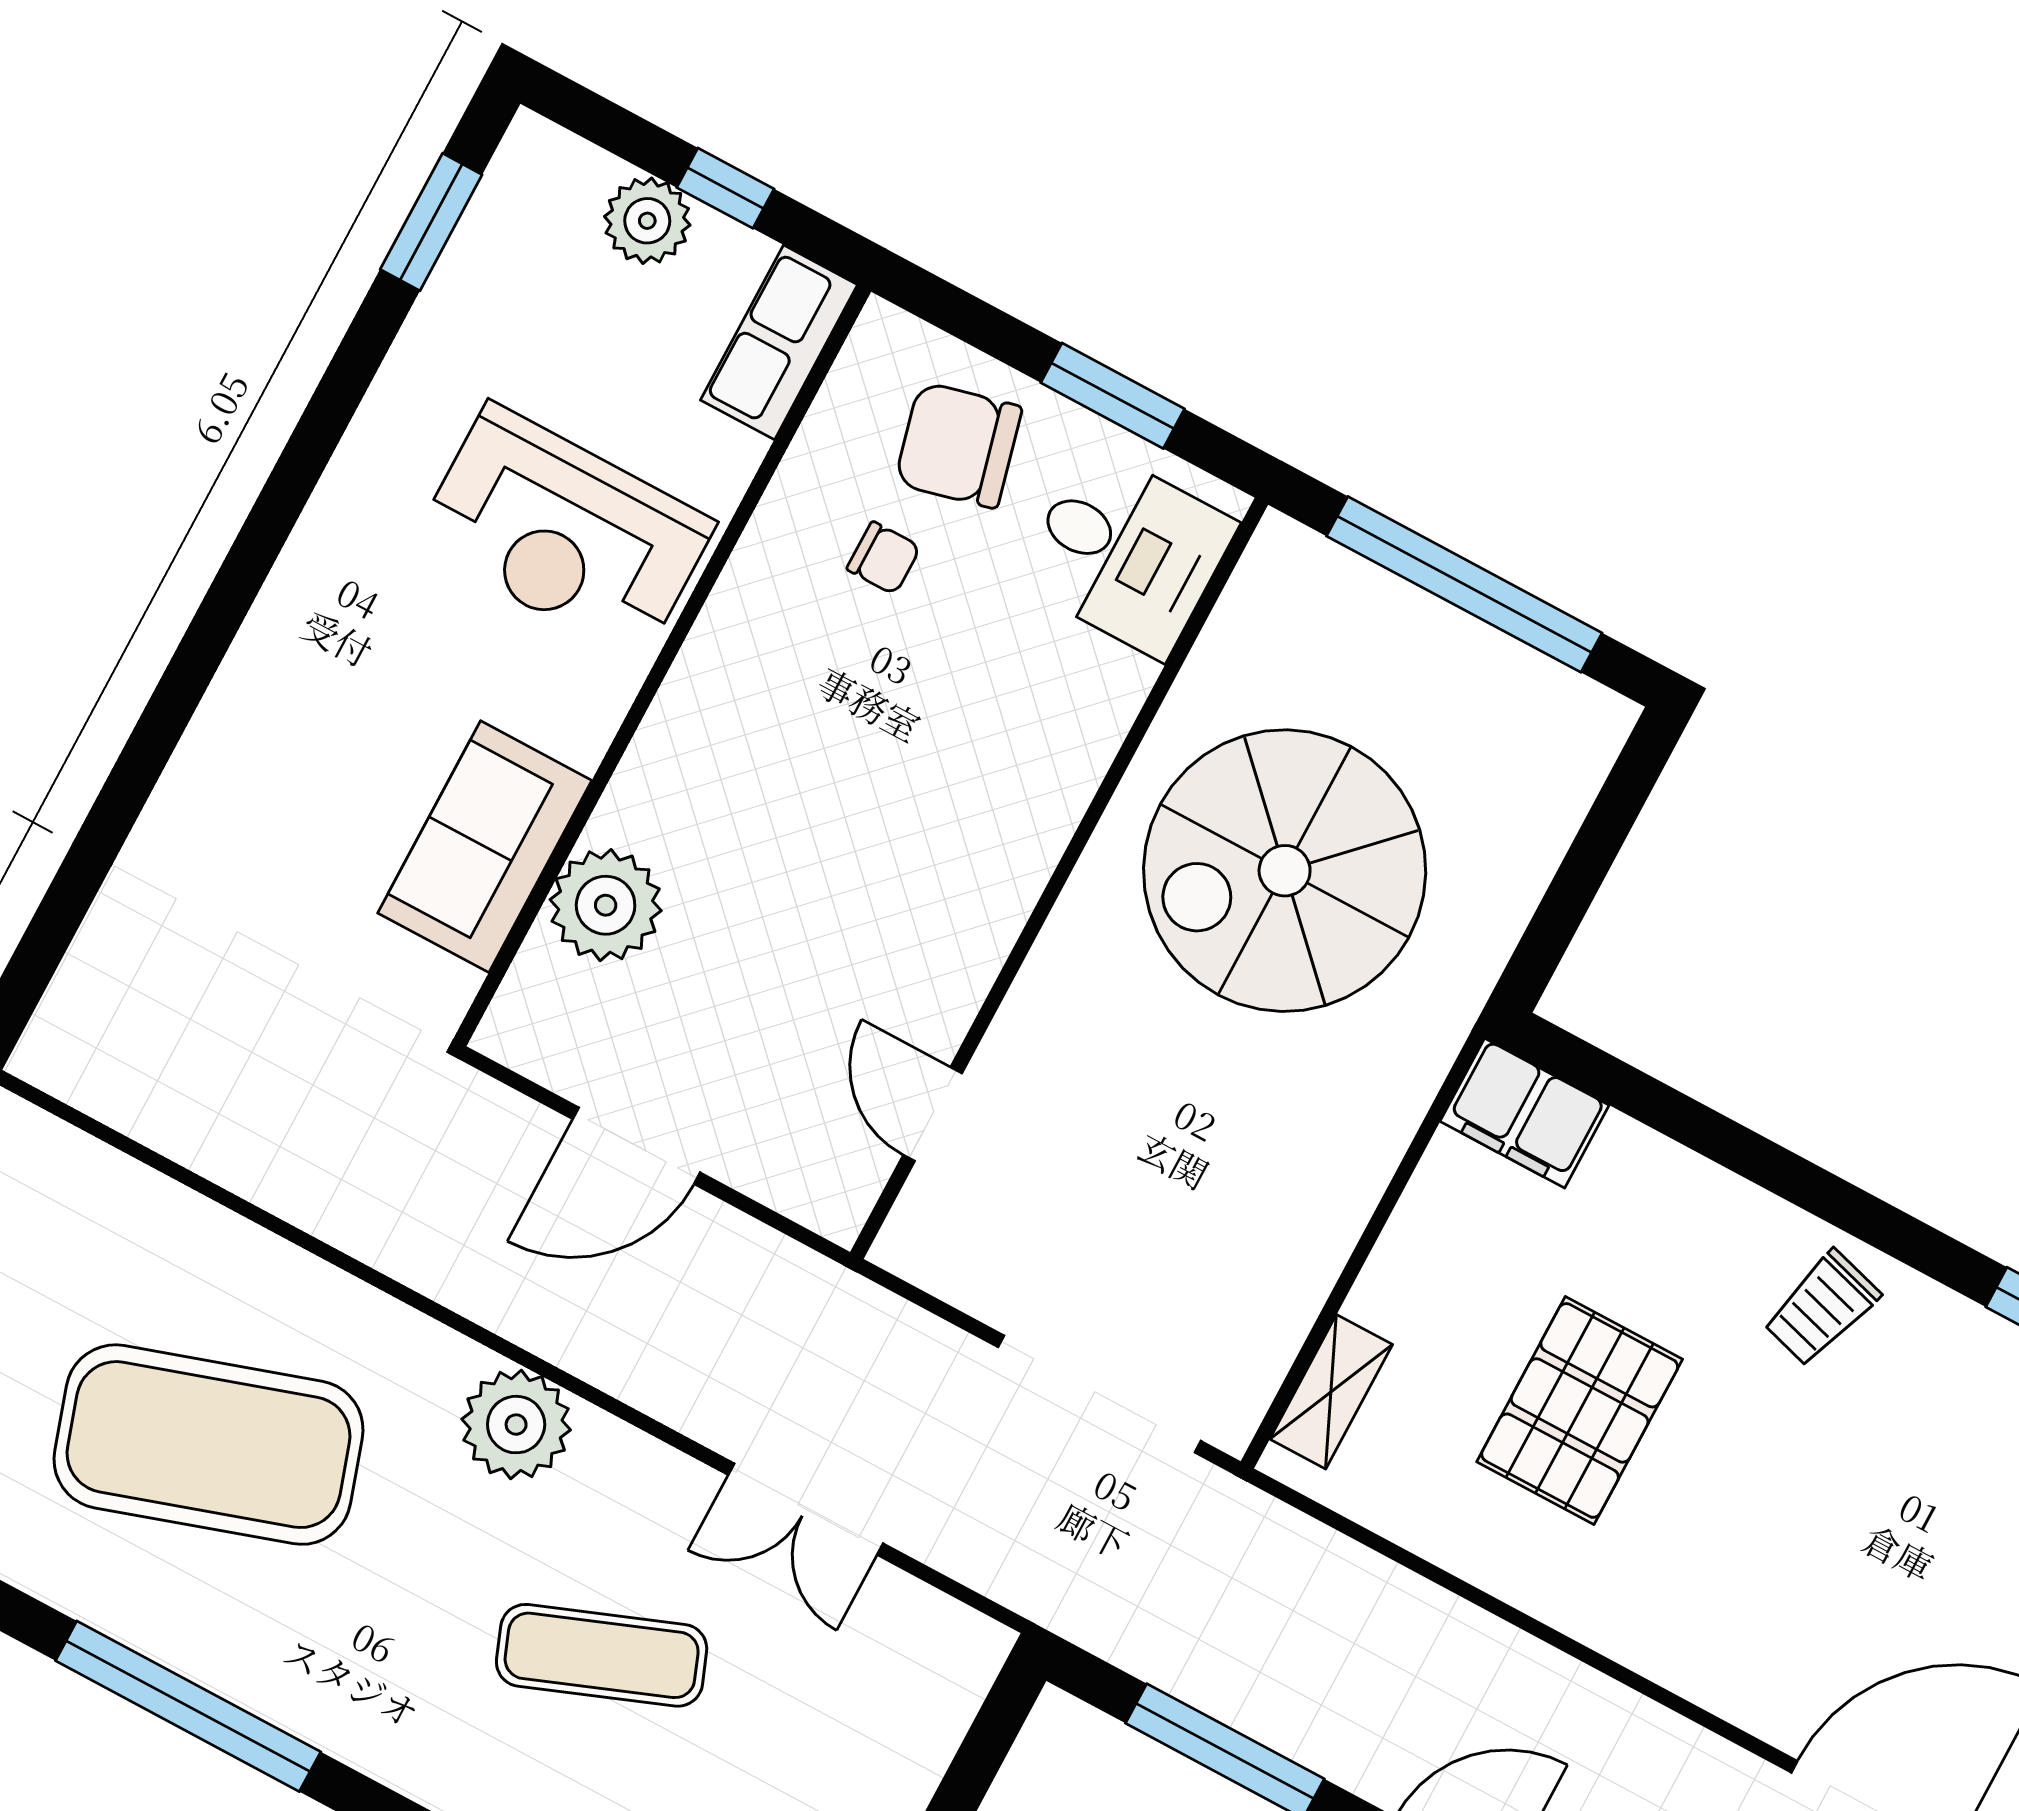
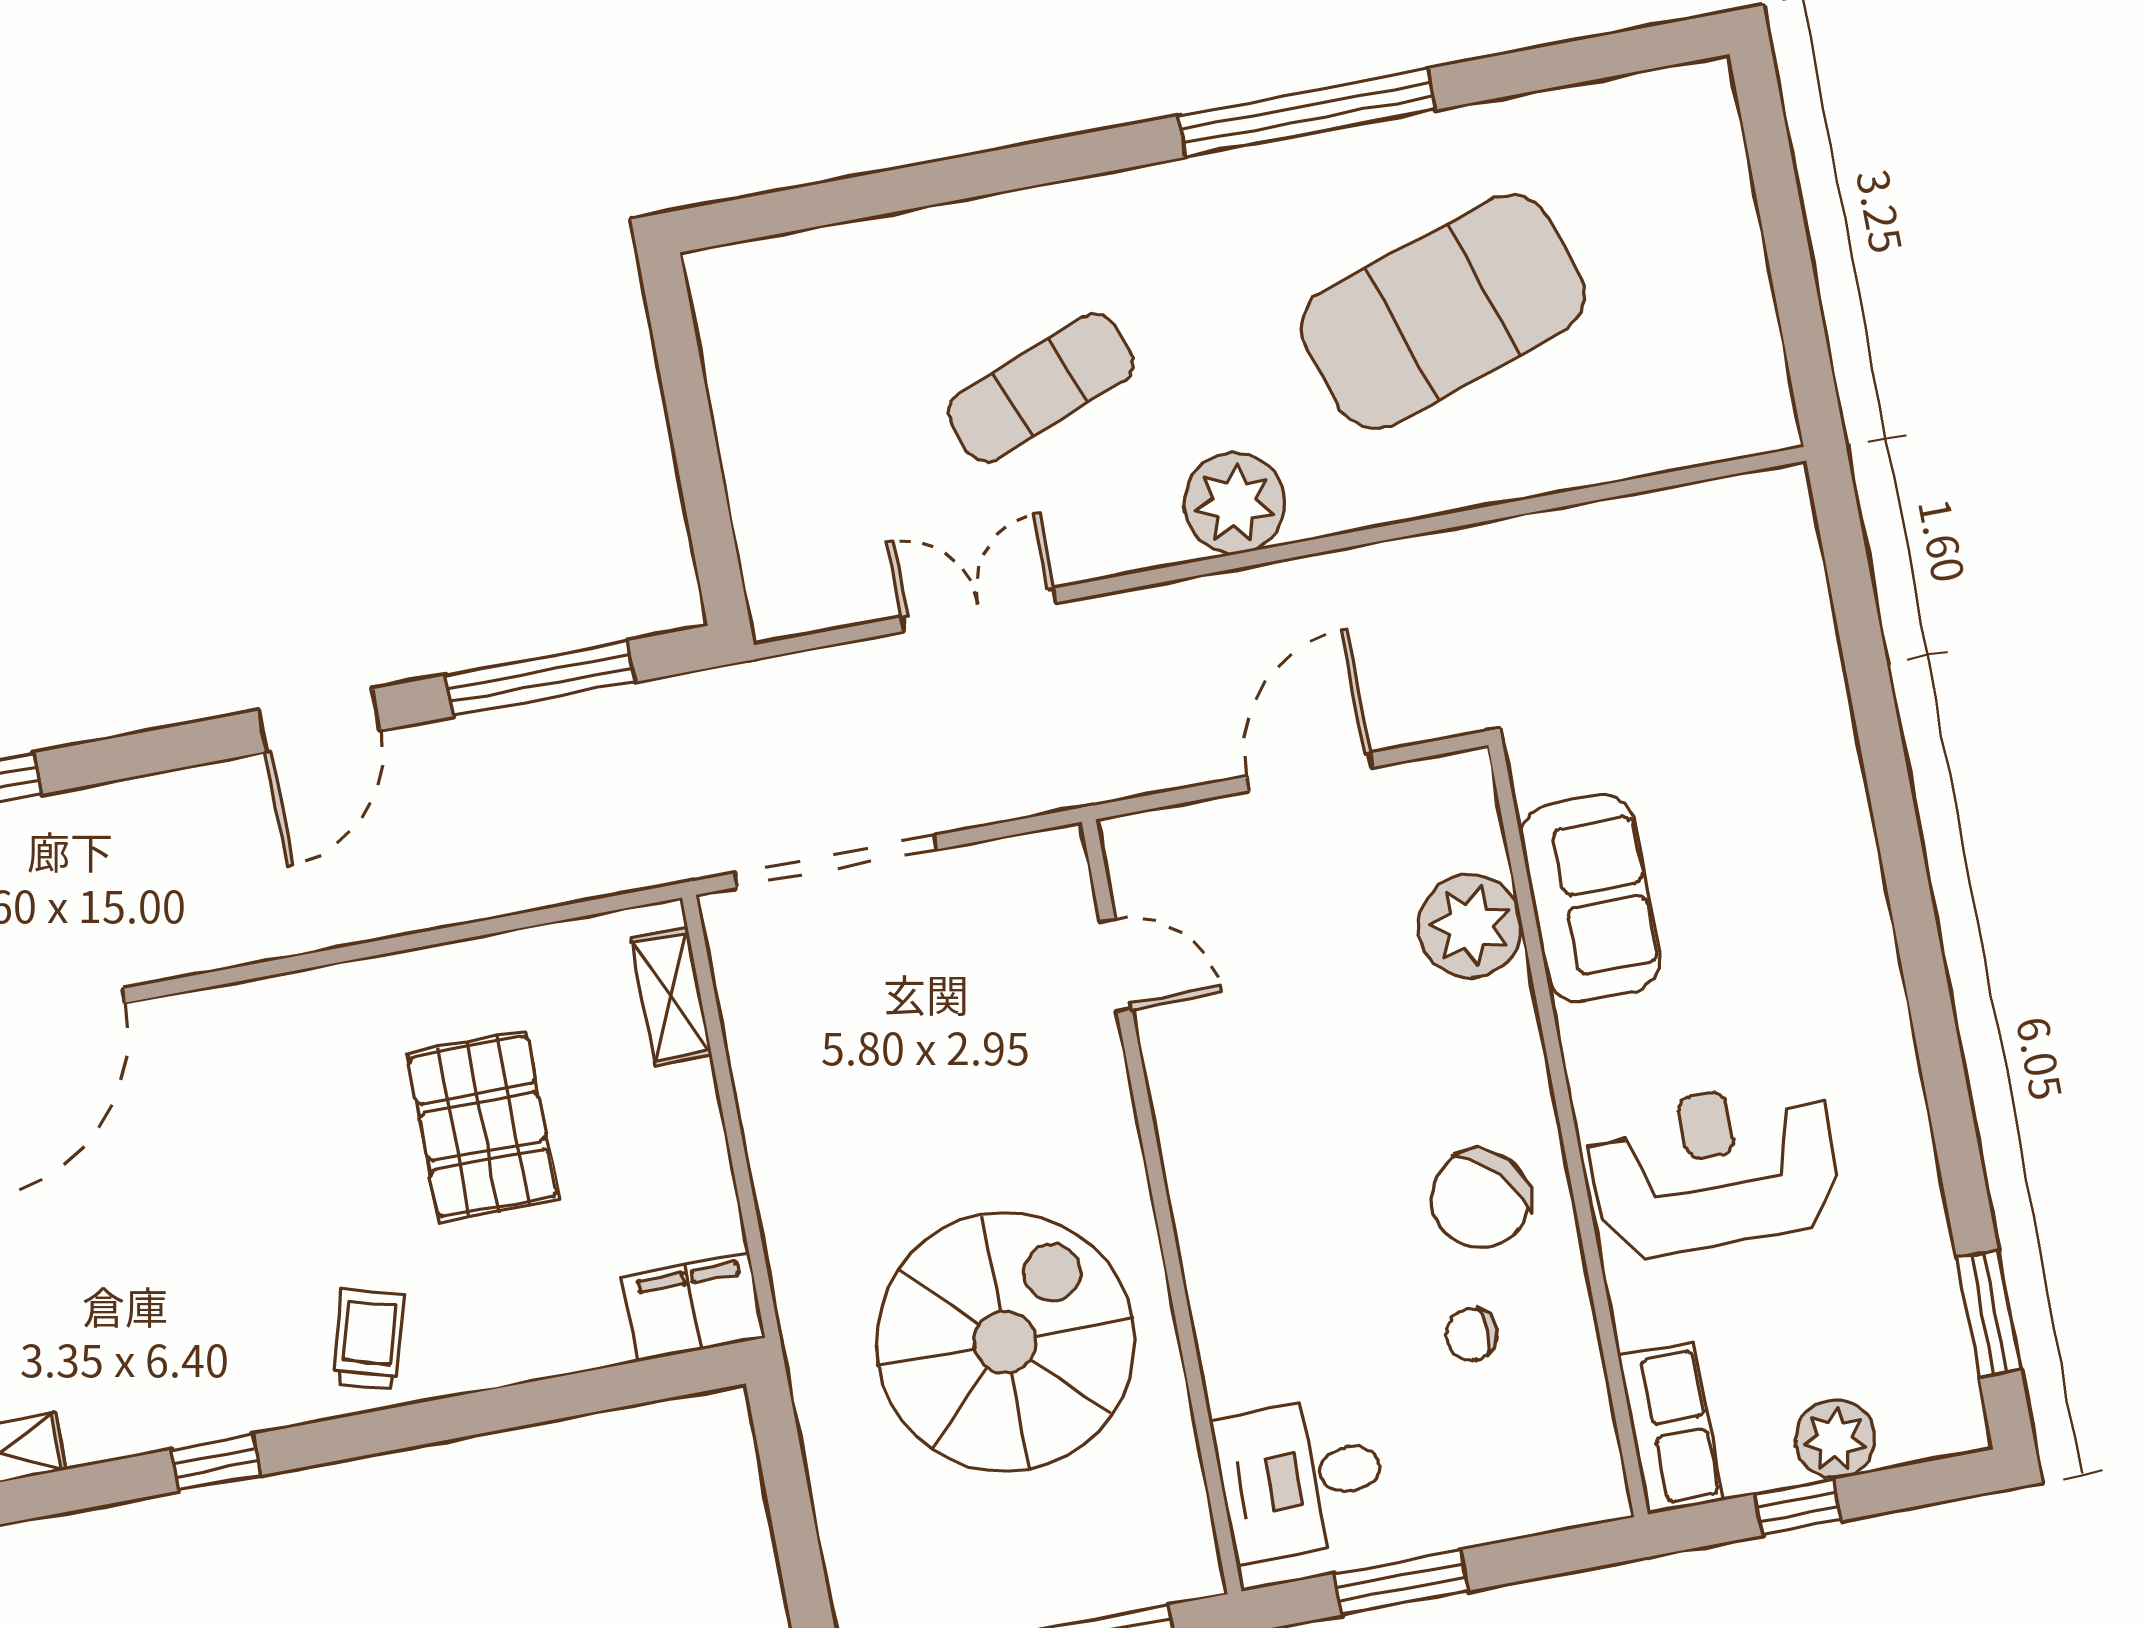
chair: (958, 445) -> (1480, 1199), moved, turned 152

